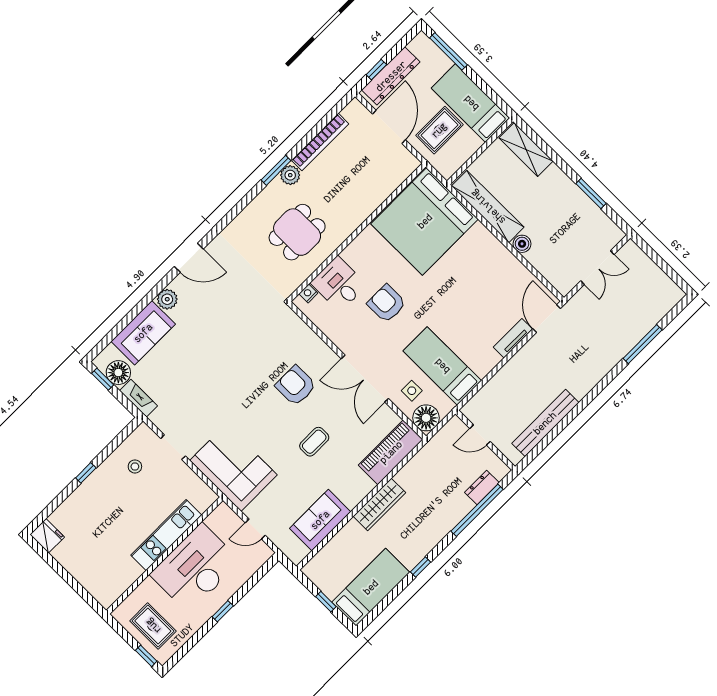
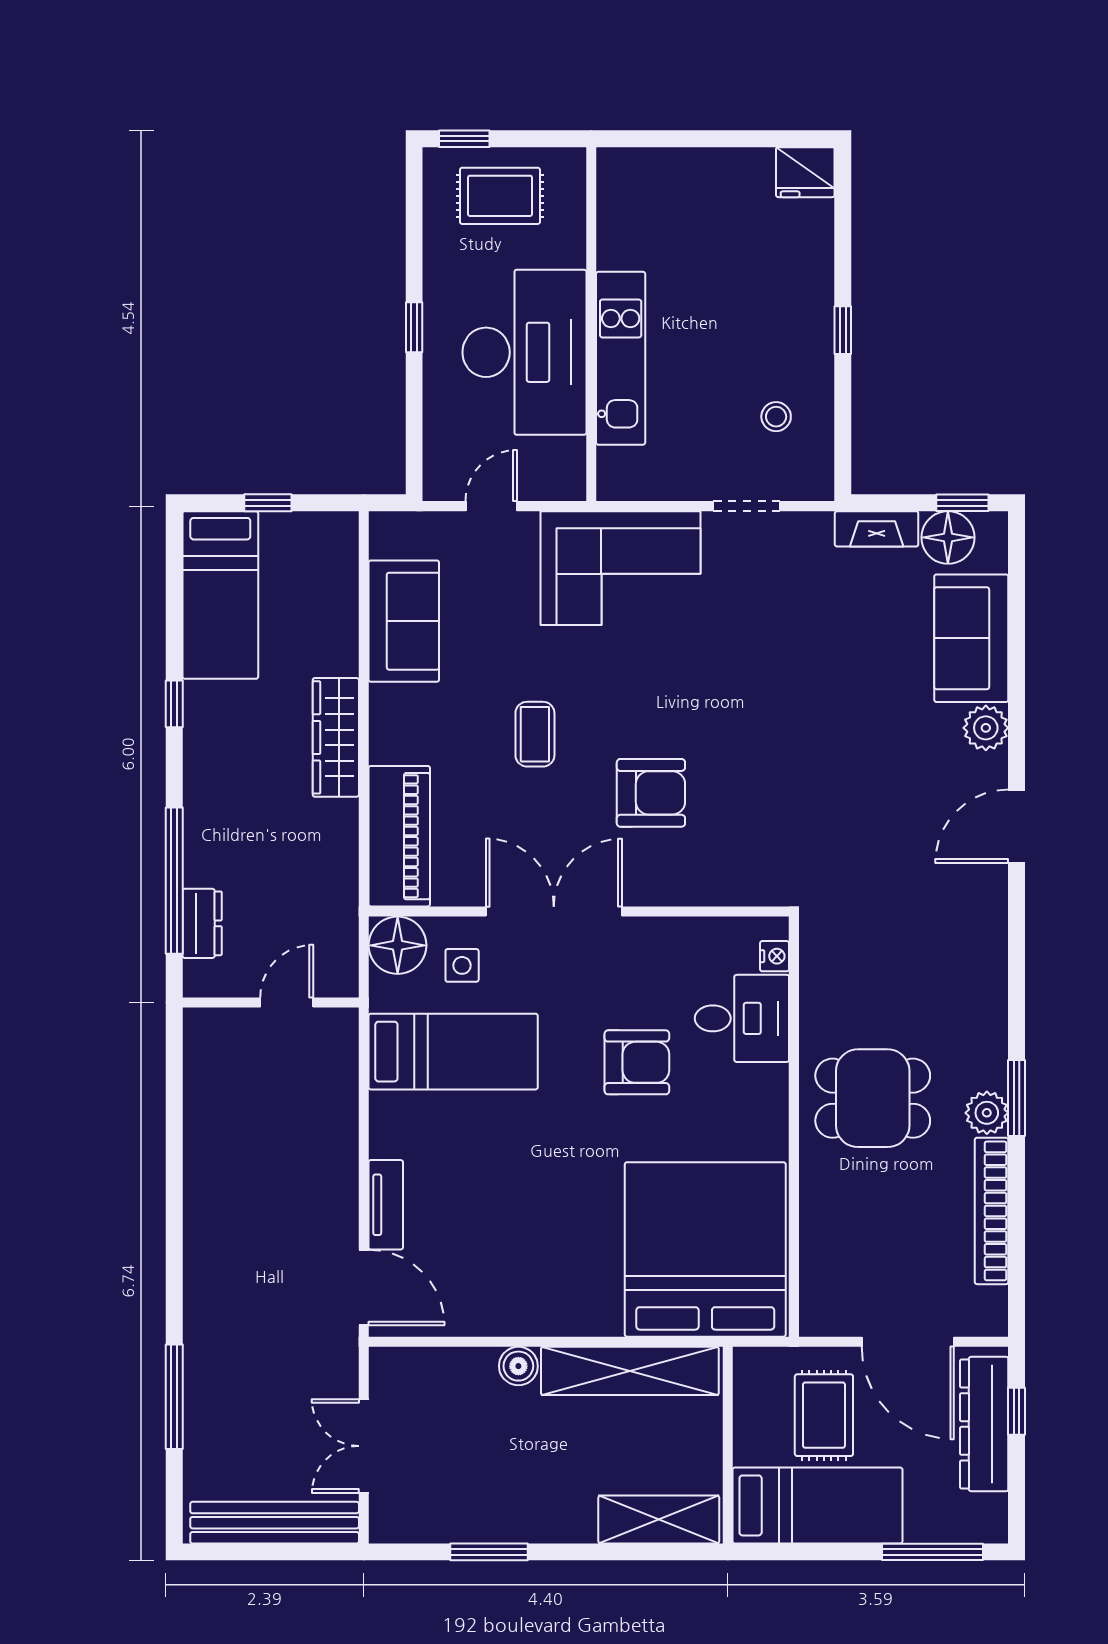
dining table: (297, 232) -> (873, 1098), moved, turned 90
bench: (545, 423) -> (275, 1523), moved, turned 90

